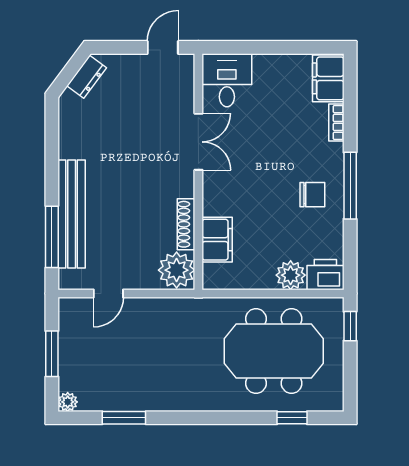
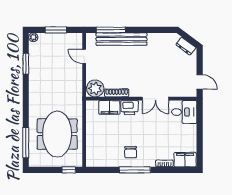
plant: (291, 275) -> (93, 142), removed
printer: (325, 275) -> (130, 108), moved, turned 90
window: (292, 418) -> (26, 143), width x2.17

